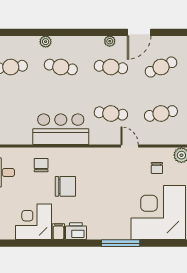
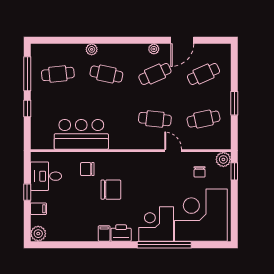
cafe table: (111, 67) -> (155, 74), turned -30
bar counter: (61, 129) -> (81, 134), moved
chair: (41, 165) -> (87, 169), turned -90
corner desk: (33, 222) -> (156, 224), moved
window: (121, 243) -> (164, 245), width x1.46

